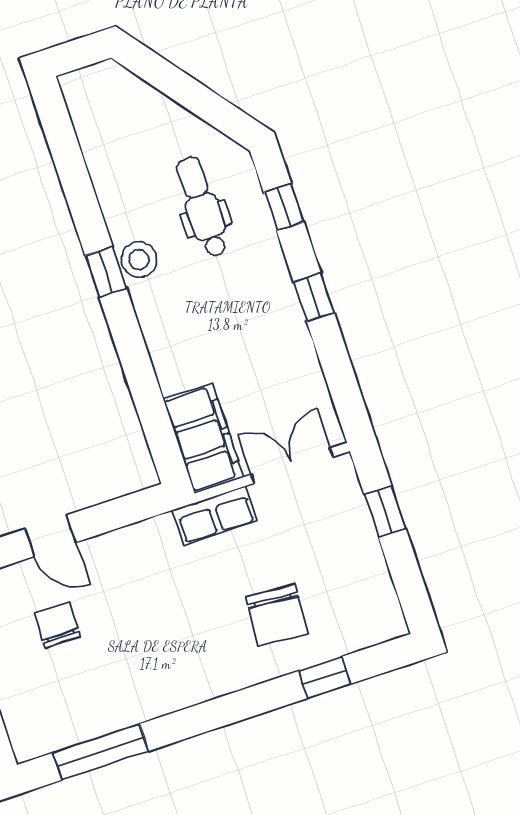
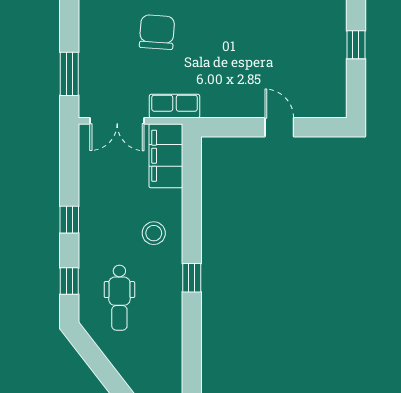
stool: (139, 260) -> (154, 233), moved
window: (385, 511) -> (69, 74), width x1.50
chair: (57, 625) -> (293, 71), removed

